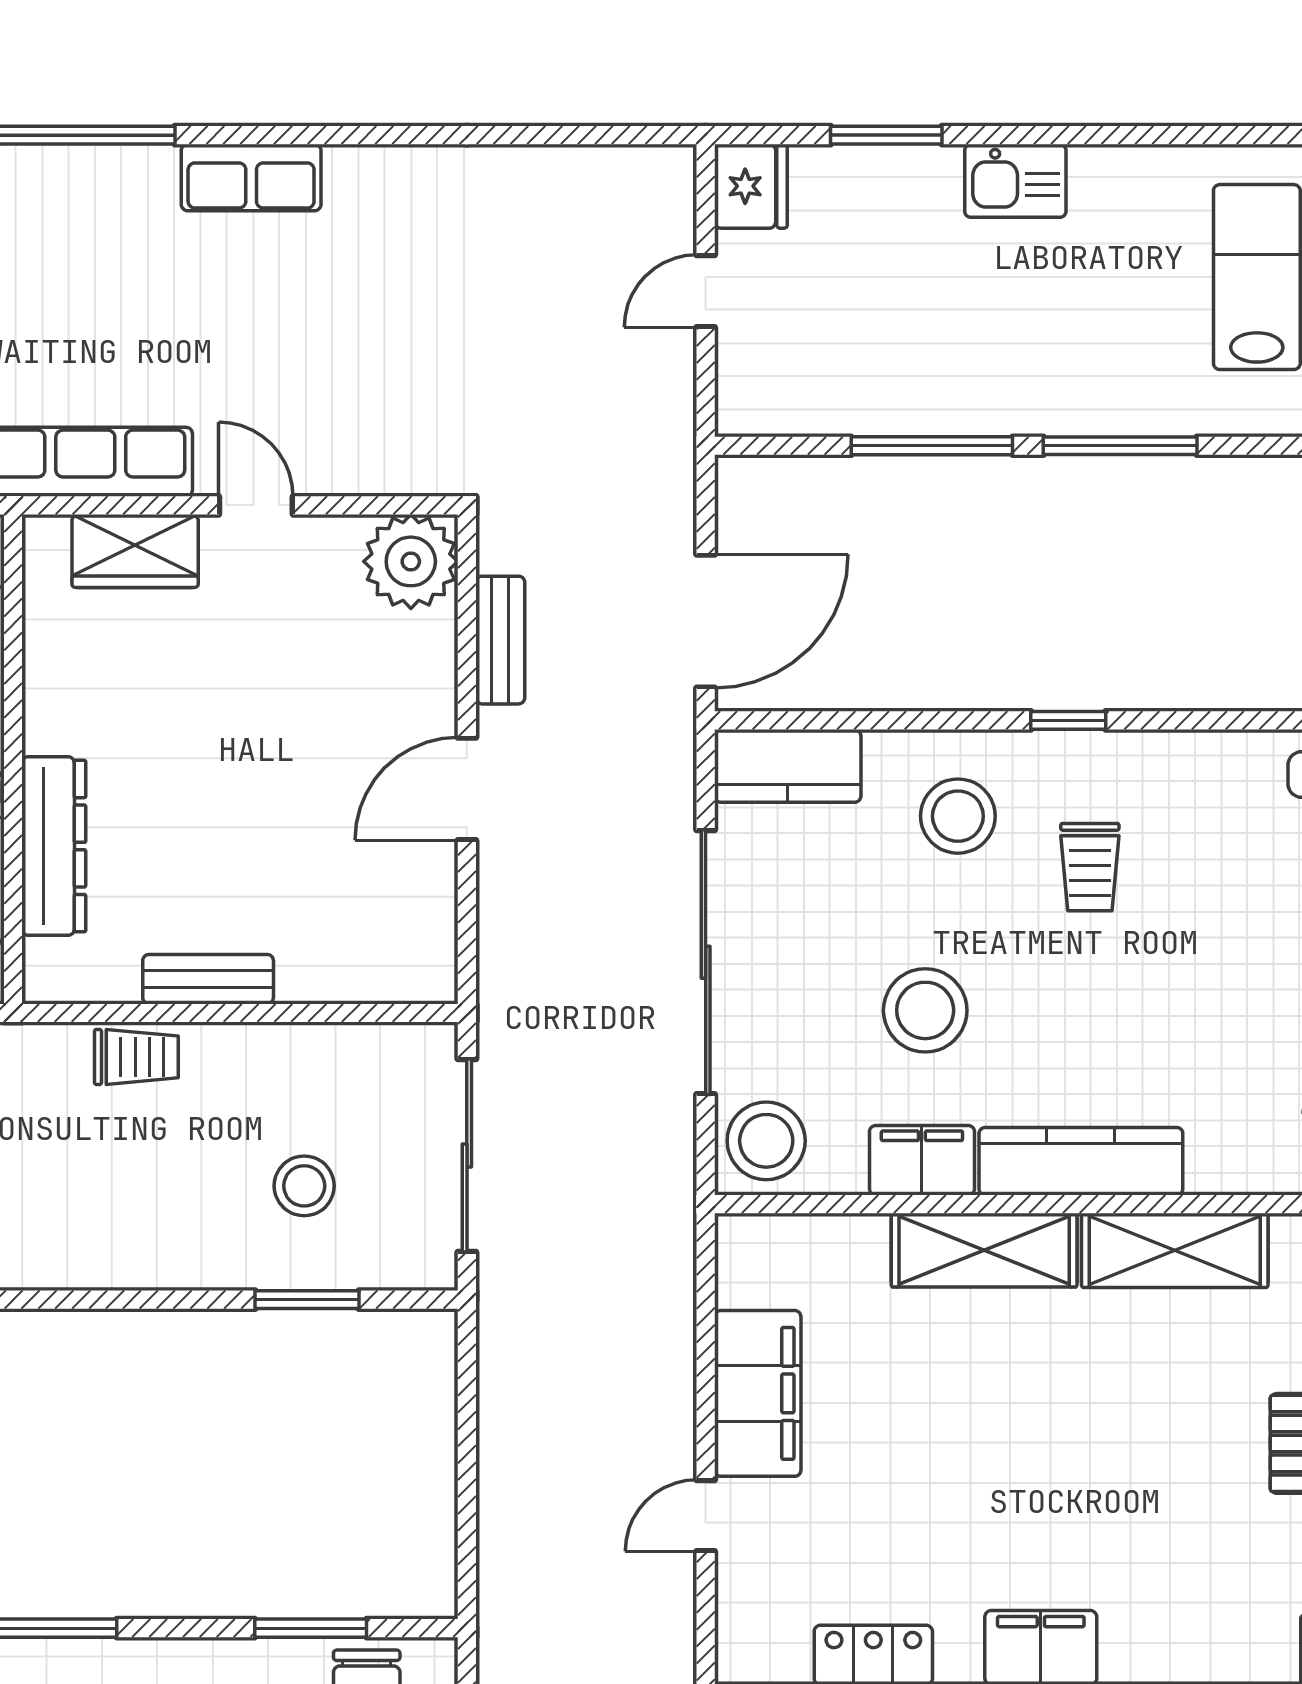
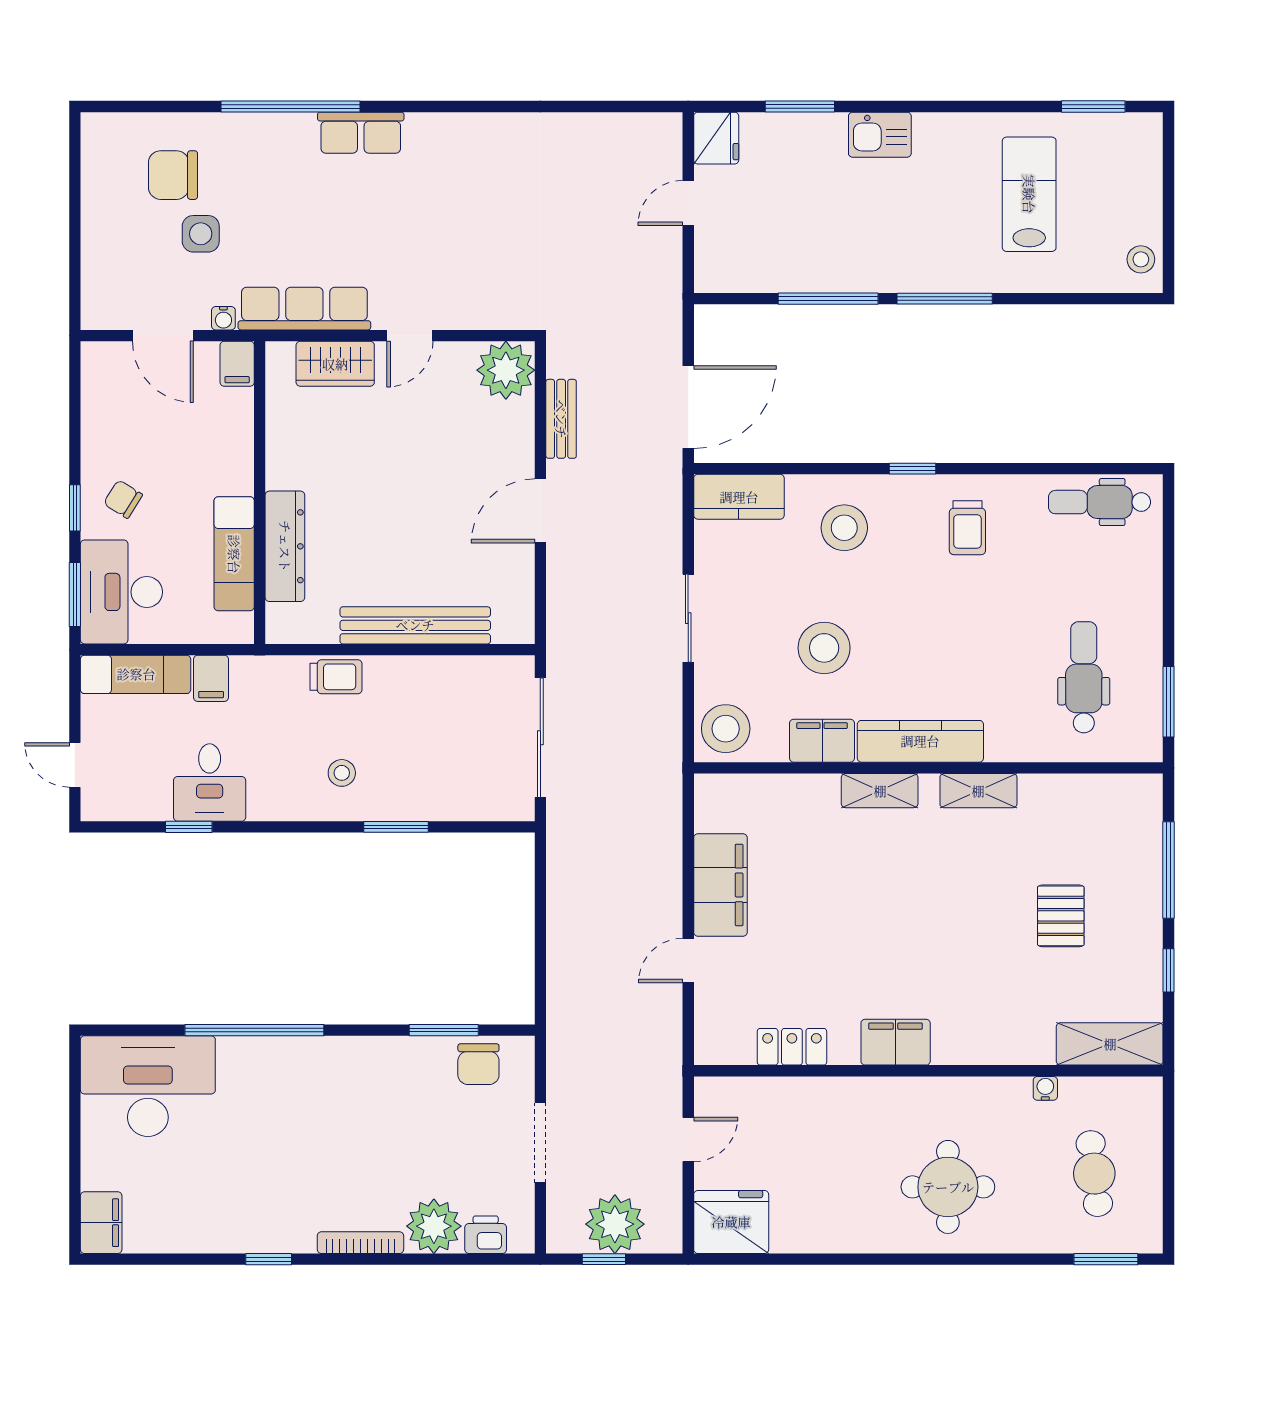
row of seats: (251, 178) -> (361, 133), moved
door: (256, 505) -> (410, 336), swing flipped
trolley: (1090, 867) -> (967, 528), moved
sliding door: (706, 962) -> (688, 618), width x0.54
bench: (208, 979) -> (415, 625), width x1.86, depth x1.21
stool: (304, 1186) -> (342, 773), moved, width x0.73, depth x0.73
shelving: (984, 1250) -> (880, 791), width x0.67, depth x0.75
shelving: (1175, 1250) -> (978, 791), width x0.67, depth x0.75
window: (307, 1300) -> (396, 827), moved

